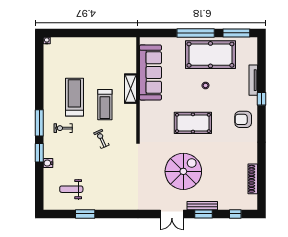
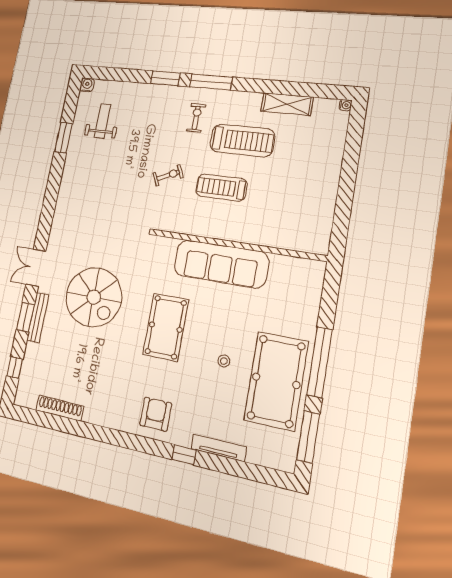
sofa: (150, 72) -> (221, 264), moved
shelving: (131, 89) -> (287, 104), moved
water cooler: (48, 163) -> (87, 85), moved

